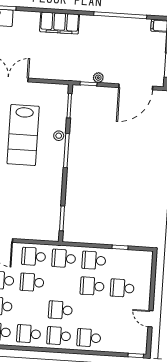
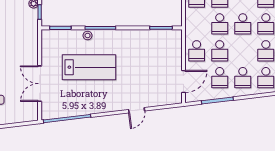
school desk: (64, 258) -> (220, 24), moved

